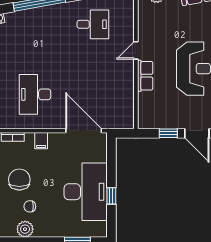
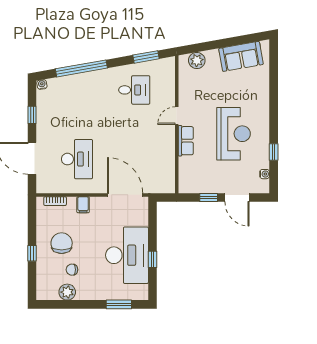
desk: (35, 94) -> (77, 159), turned 180

